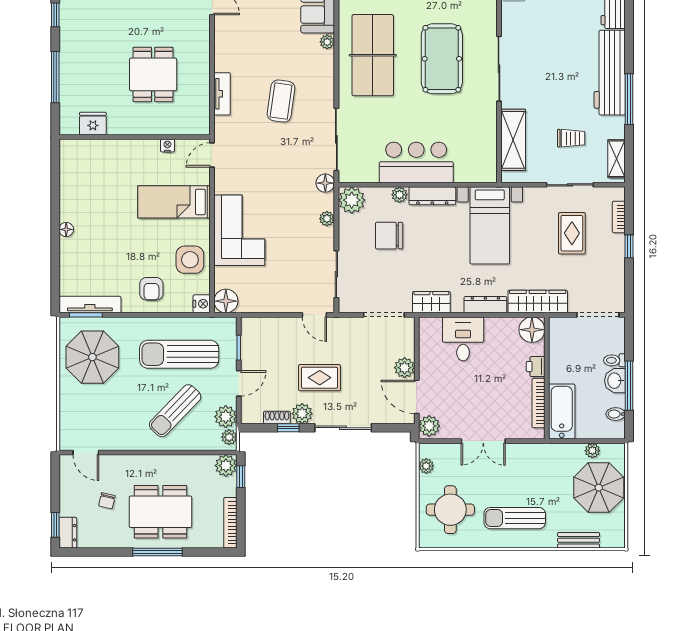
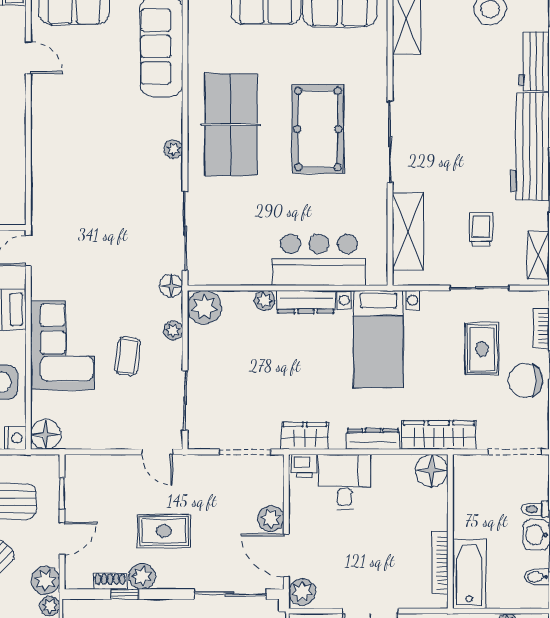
plant: (327, 42) -> (173, 149), moved
tv unit: (222, 94) -> (41, 173), removed
coffee table: (281, 101) -> (128, 356), moved, width x0.73, depth x0.77
trolley: (571, 138) -> (481, 229), turned -90
bar counter: (416, 162) -> (319, 260), moved
chair: (389, 236) -> (526, 381), moved
printer: (536, 367) -> (304, 466), moved, turned -90
sliding door: (343, 428) -> (230, 594), moved

